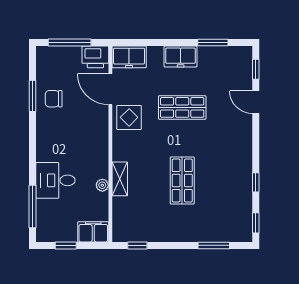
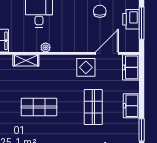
printer: (95, 57) -> (131, 19), moved
shelving: (120, 179) -> (26, 60), moved
plant: (102, 185) -> (46, 47), moved

